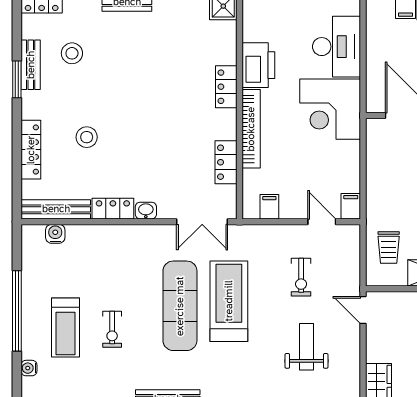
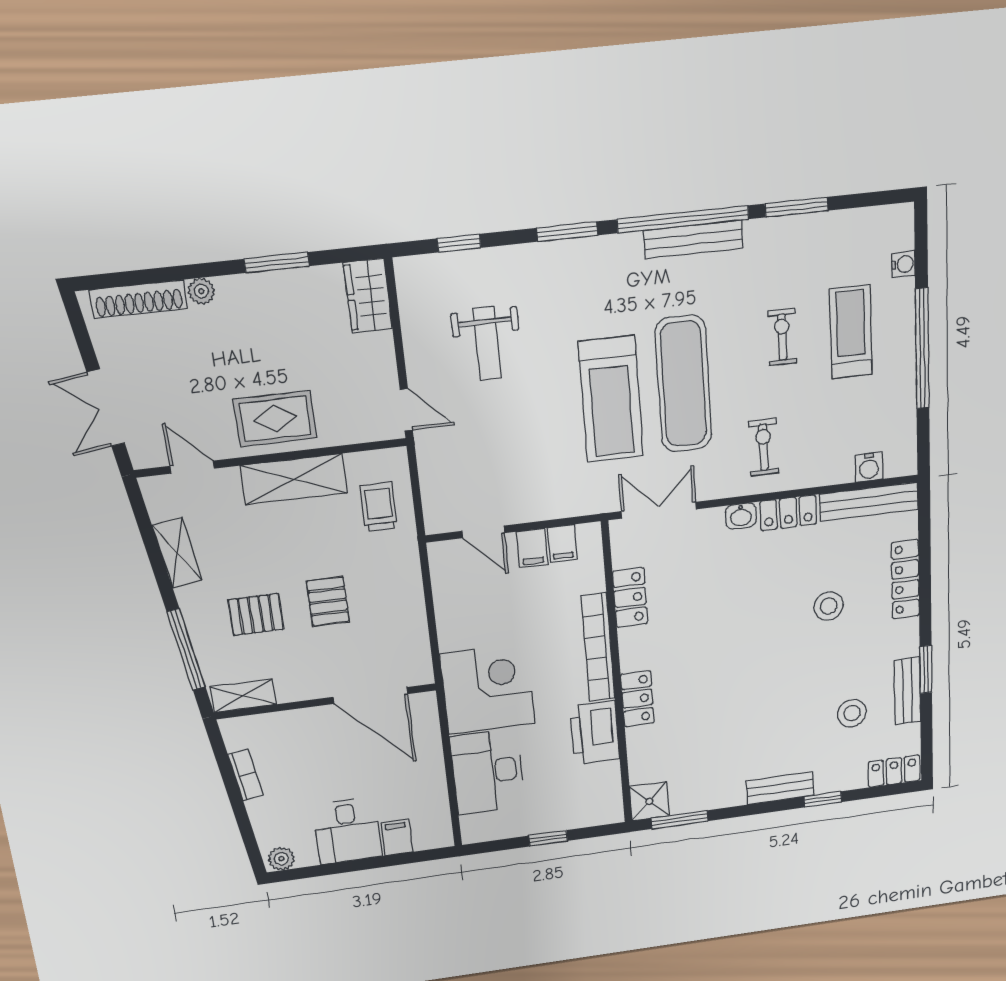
filing cabinet: (351, 206) -> (532, 548), moved
exercise bike: (301, 277) -> (764, 447), moved

